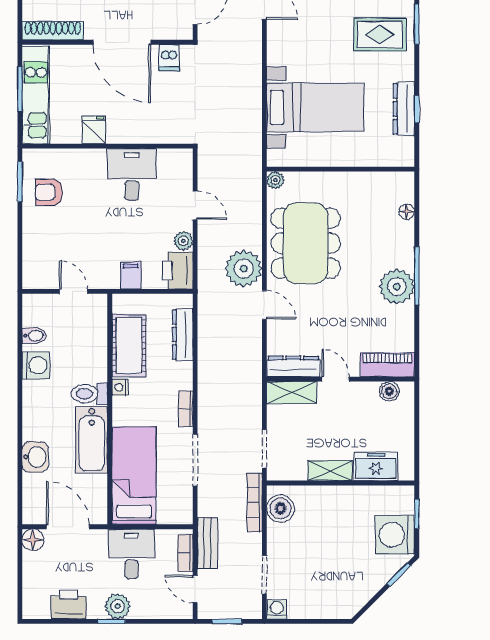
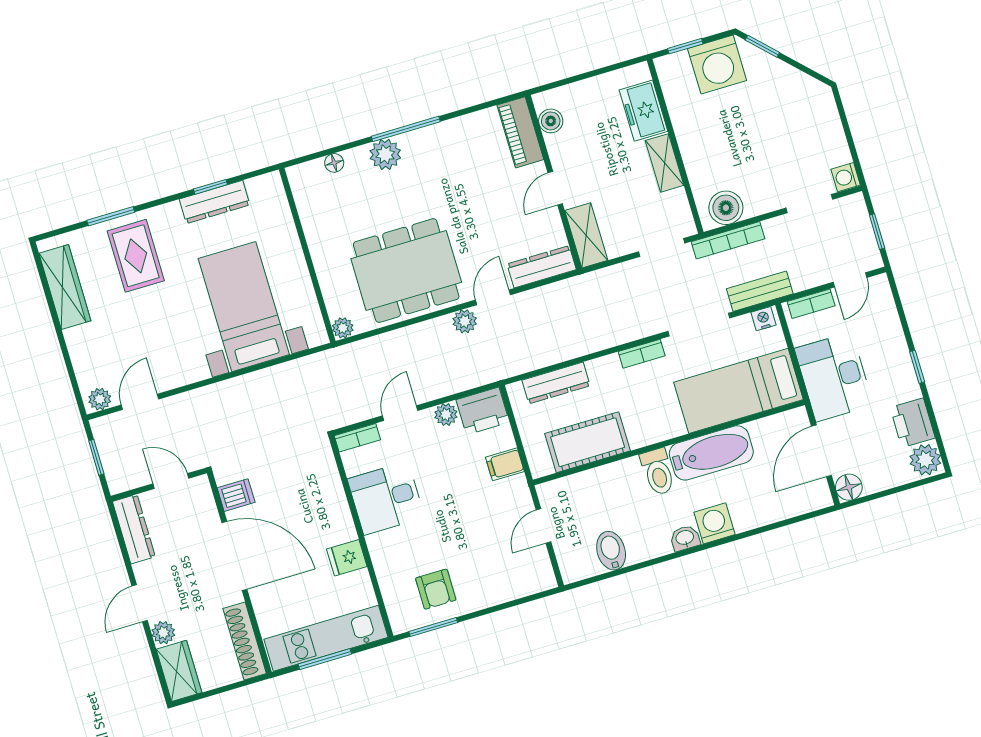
door: (122, 42) -> (234, 556), hinge flipped
bookcase: (186, 166) -> (357, 438), added
plant: (244, 269) -> (465, 321), width x0.53, depth x0.53
plant: (397, 287) -> (385, 154), moved, width x0.73, depth x0.73
bidet: (34, 336) -> (611, 551), width x1.38, depth x1.36
washing machine: (36, 365) -> (714, 523), moved
dresser: (293, 366) -> (542, 267), moved, turned 90
nightstand: (120, 387) -> (764, 319), moved, turned 180
washbasin: (35, 457) -> (685, 538), moved, width x0.72, depth x0.69
bench: (207, 543) -> (760, 291), moved
desk: (131, 554) -> (834, 377), width x1.37
plant: (118, 606) -> (925, 460), moved

